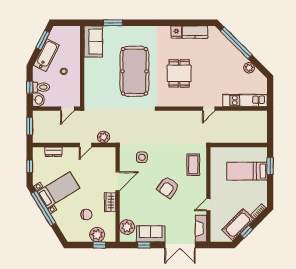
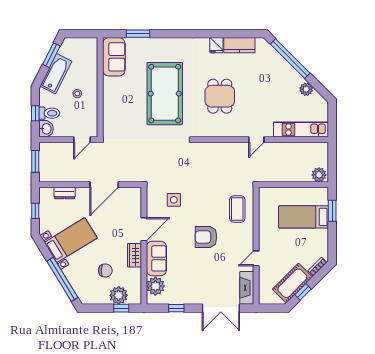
plant: (104, 137) -> (319, 175), moved
door: (85, 145) -> (104, 185), width x1.88
armchair: (168, 187) -> (206, 237), turned 55
window: (43, 208) -> (62, 279), moved
sofa: (151, 234) -> (156, 258), moved, turned 90

